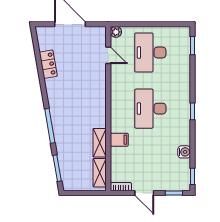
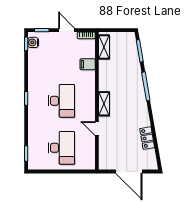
plant: (116, 32) -> (90, 165), removed
door: (108, 55) -> (97, 129), moved
filing cabinet: (119, 140) -> (88, 64), moved
shelving: (100, 143) -> (104, 104), moved
water cooler: (184, 152) -> (33, 42), moved

